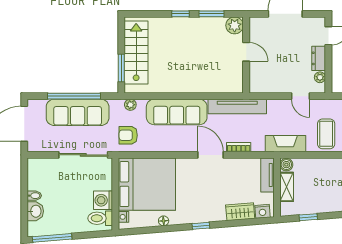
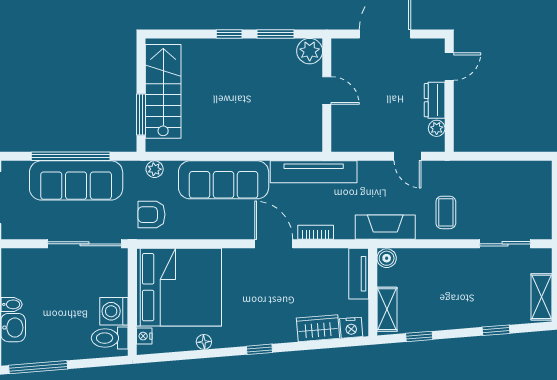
coffee table: (326, 134) -> (446, 212), width x0.73, depth x0.77
shelving: (287, 187) -> (387, 309), moved

